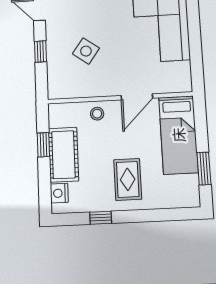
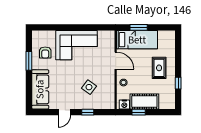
window: (204, 169) -> (139, 27), moved
rug: (128, 179) -> (159, 68), turned 90
nightstand: (59, 193) -> (124, 104), moved

